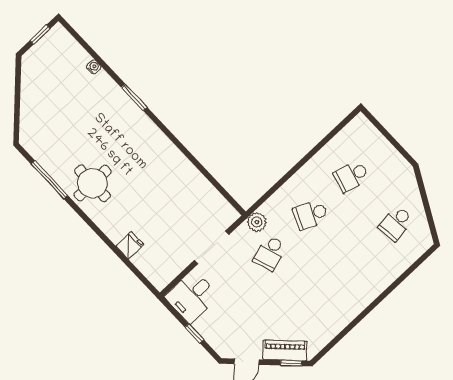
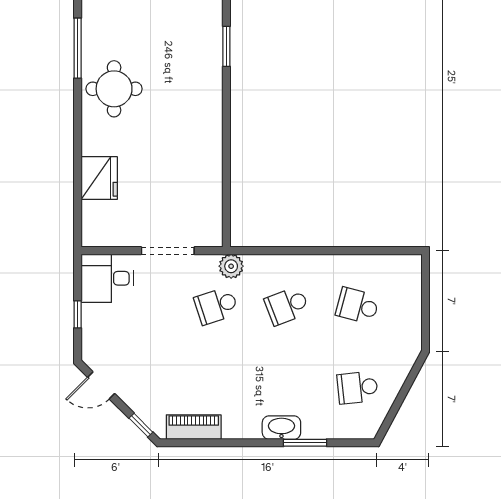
school desk: (311, 214) -> (287, 306), turned -45
fridge: (130, 245) -> (99, 178), width x1.88, depth x1.34
window: (396, 284) -> (305, 443), added
washbasin: (374, 288) -> (281, 428), added
piano: (285, 350) -> (194, 427), moved, turned -45

